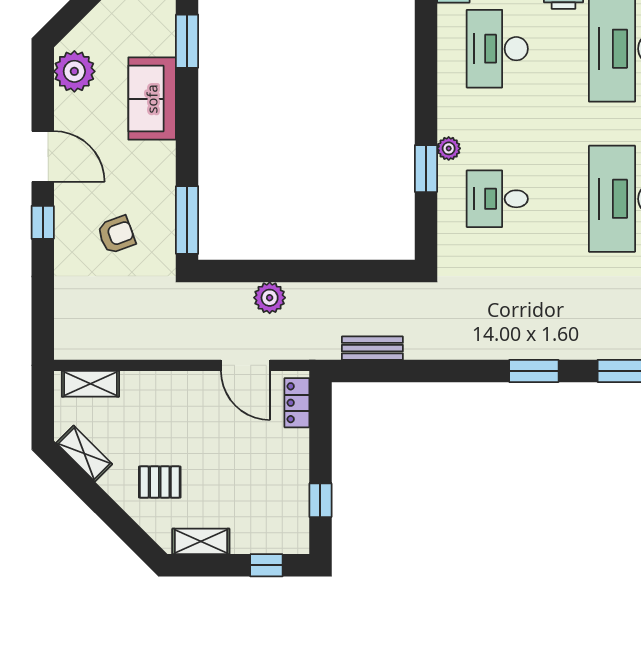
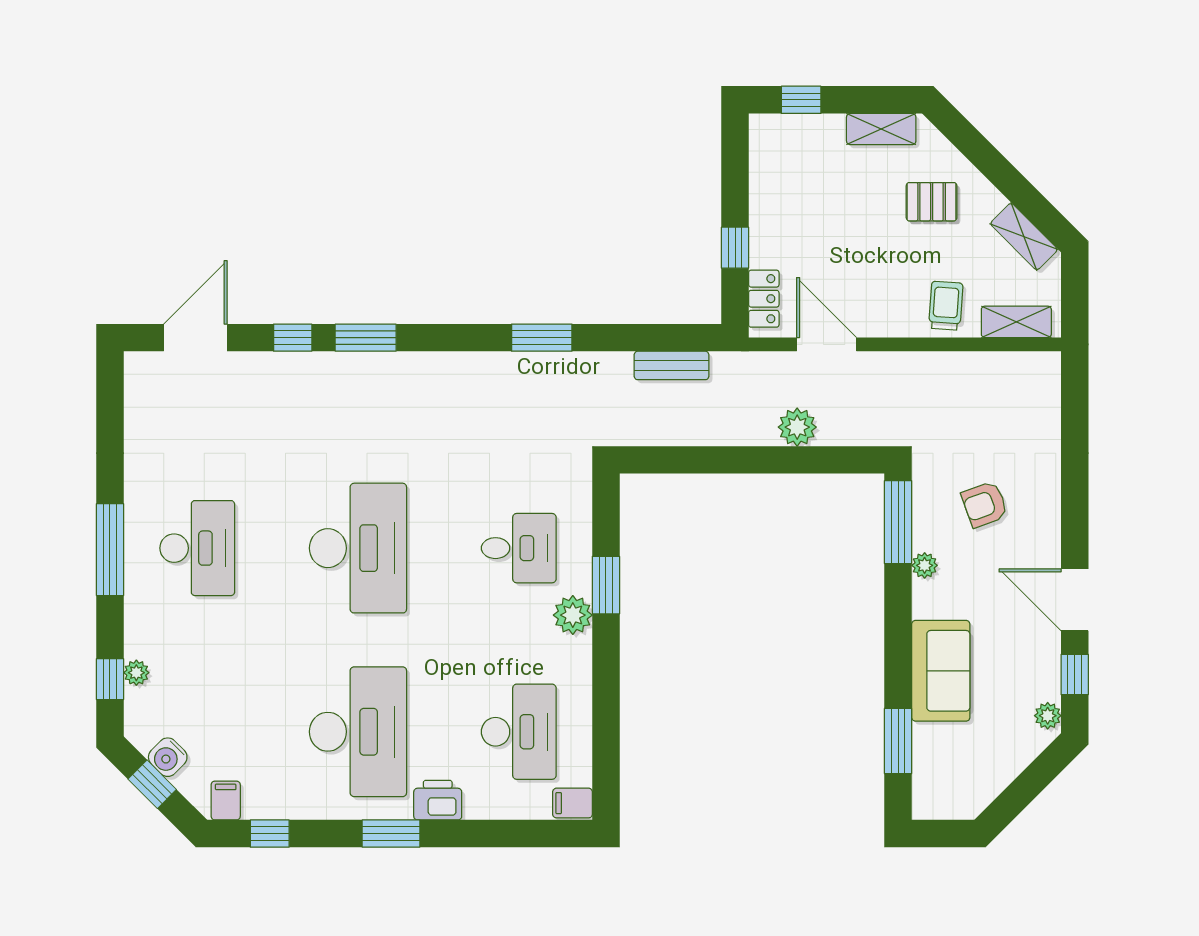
plant: (74, 71) -> (1048, 716), width x0.53, depth x0.53
plant: (449, 148) -> (573, 615), width x1.38, depth x1.38
plant: (165, 185) -> (925, 565), added
window: (43, 222) -> (1075, 675), moved
window: (534, 371) -> (542, 338), moved
trolley: (148, 397) -> (946, 306), added
window: (320, 500) -> (735, 248), moved

